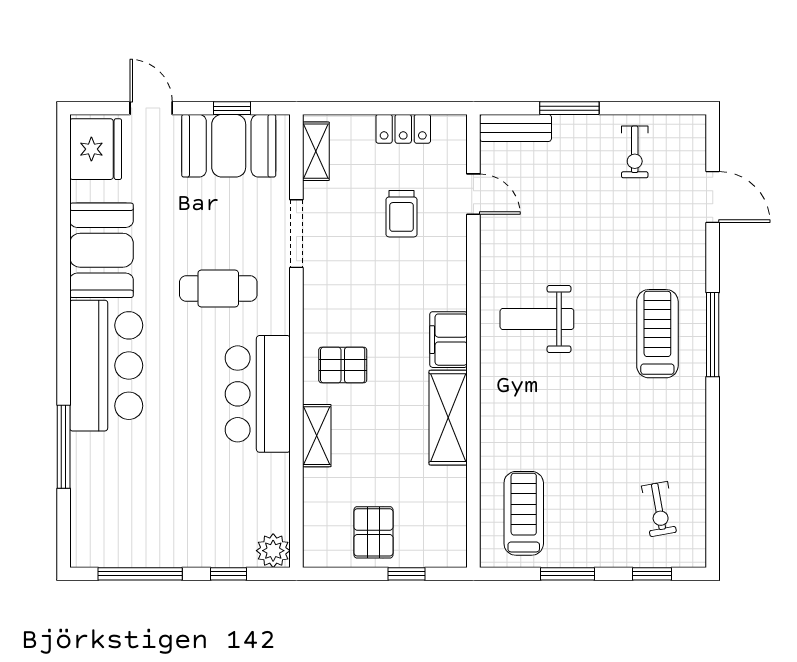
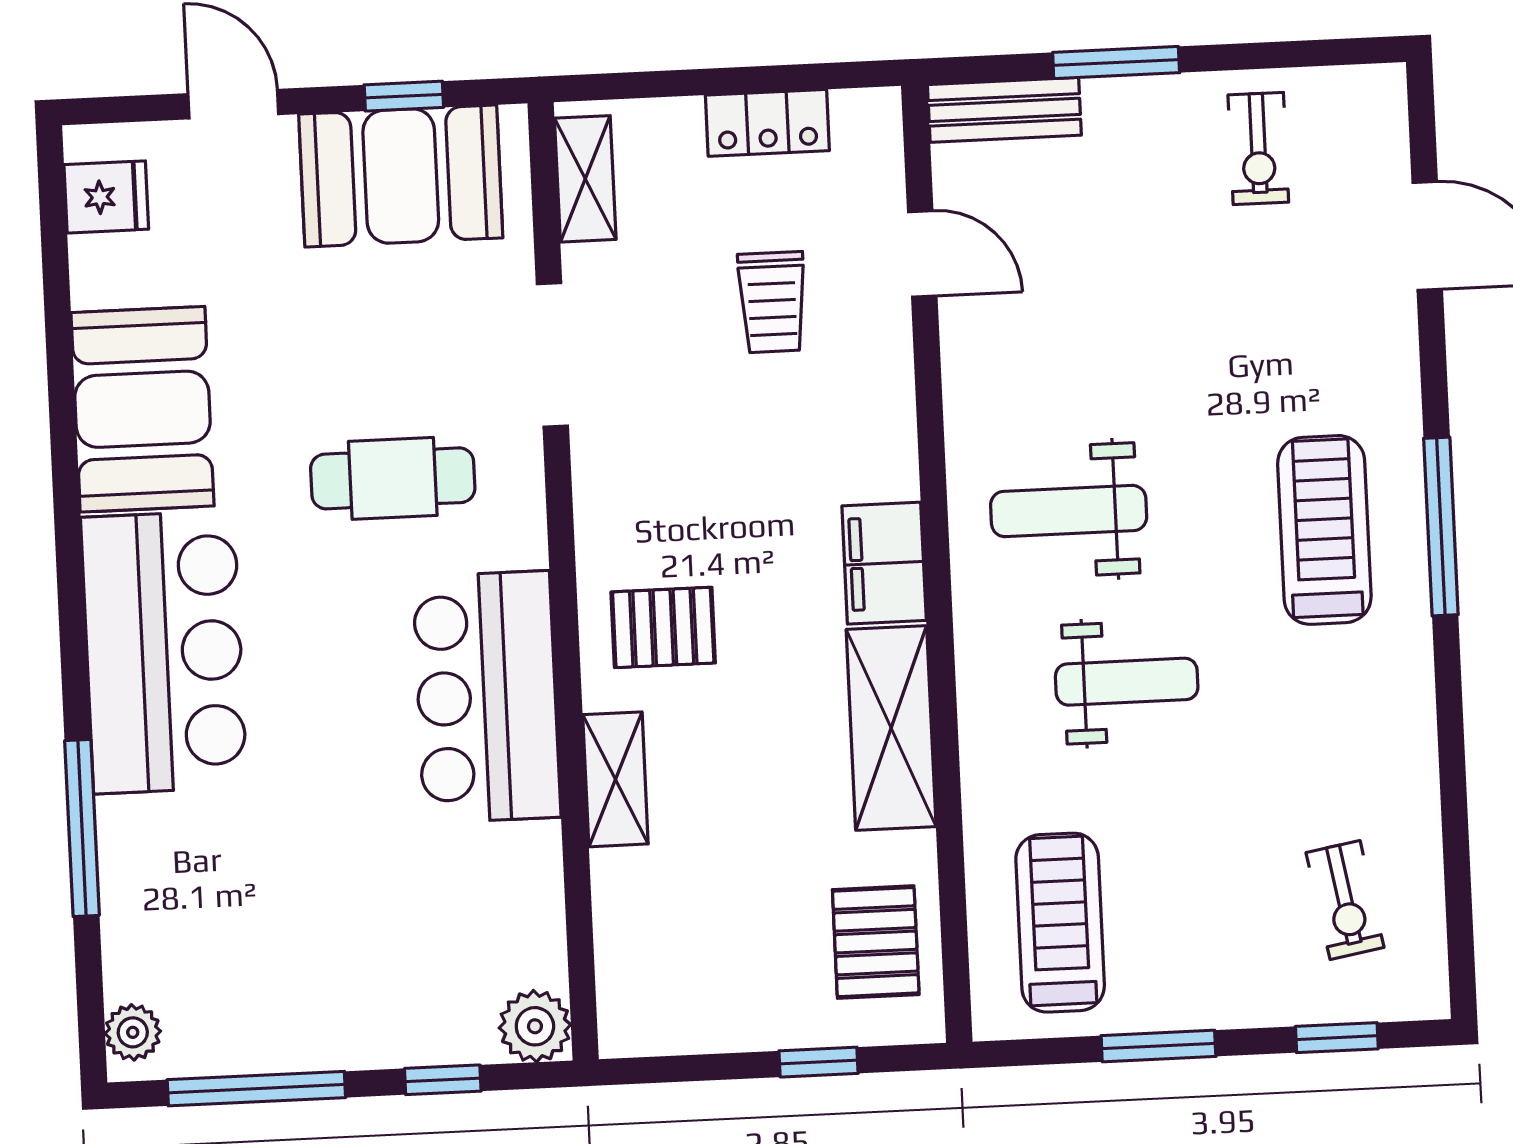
fridge: (96, 149) -> (106, 197), width x0.53, depth x0.75
weight bench: (561, 401) -> (1127, 682), added
pallet: (373, 532) -> (876, 942), moved
plant: (83, 545) -> (133, 1032), added

